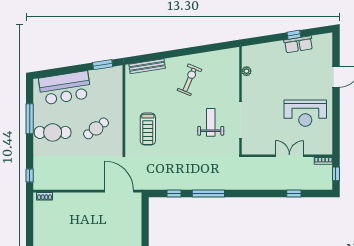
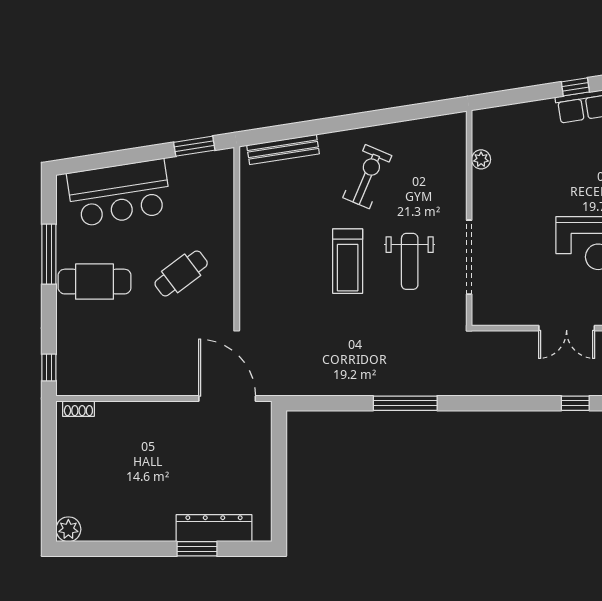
weight bench: (211, 122) -> (410, 261), turned 180
treadmill: (148, 129) -> (348, 261), moved
double door: (289, 156) -> (567, 328), swing flipped
window: (174, 194) -> (336, 403), removed

